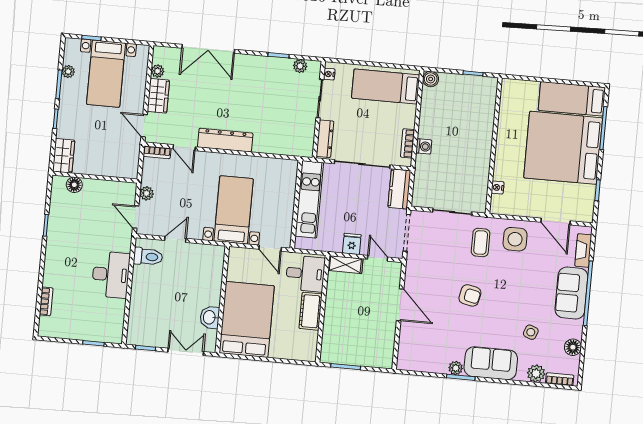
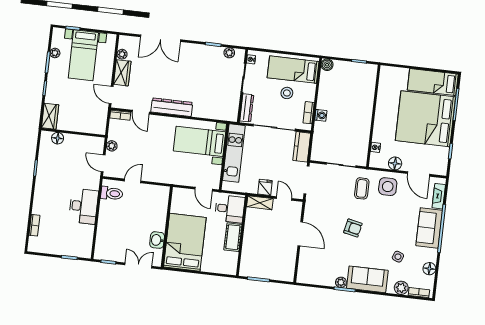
stool: (378, 118) -> (287, 93), added
floor lamp: (524, 208) -> (395, 163), added
bed with nightstands: (234, 210) -> (200, 141), moved, turned -90

